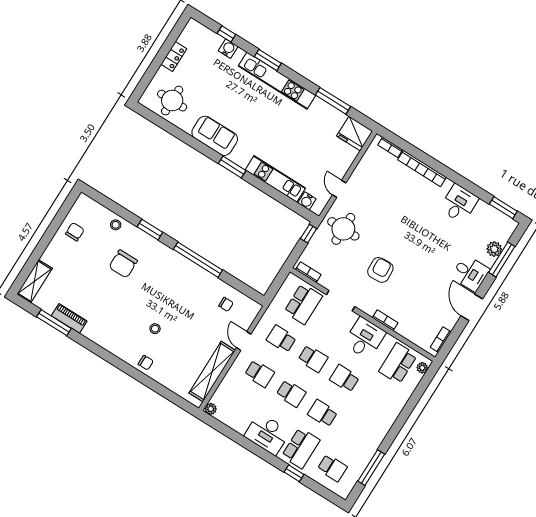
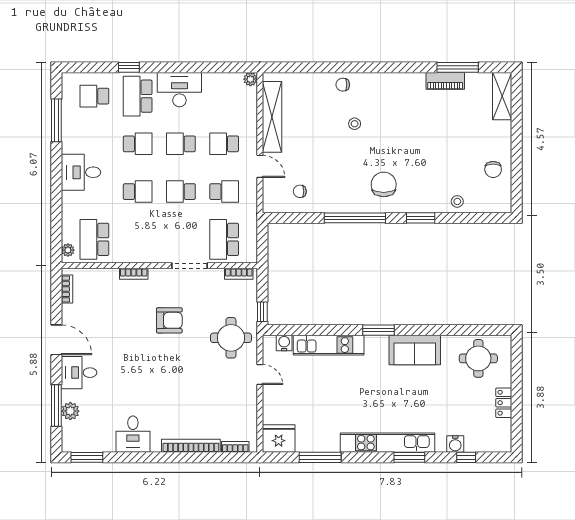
chair: (123, 264) -> (384, 184), moved
armchair: (380, 270) -> (169, 320), turned -87
desk: (365, 338) -> (81, 172), moved, turned 90
school desk: (398, 363) -> (94, 239), turned 180

